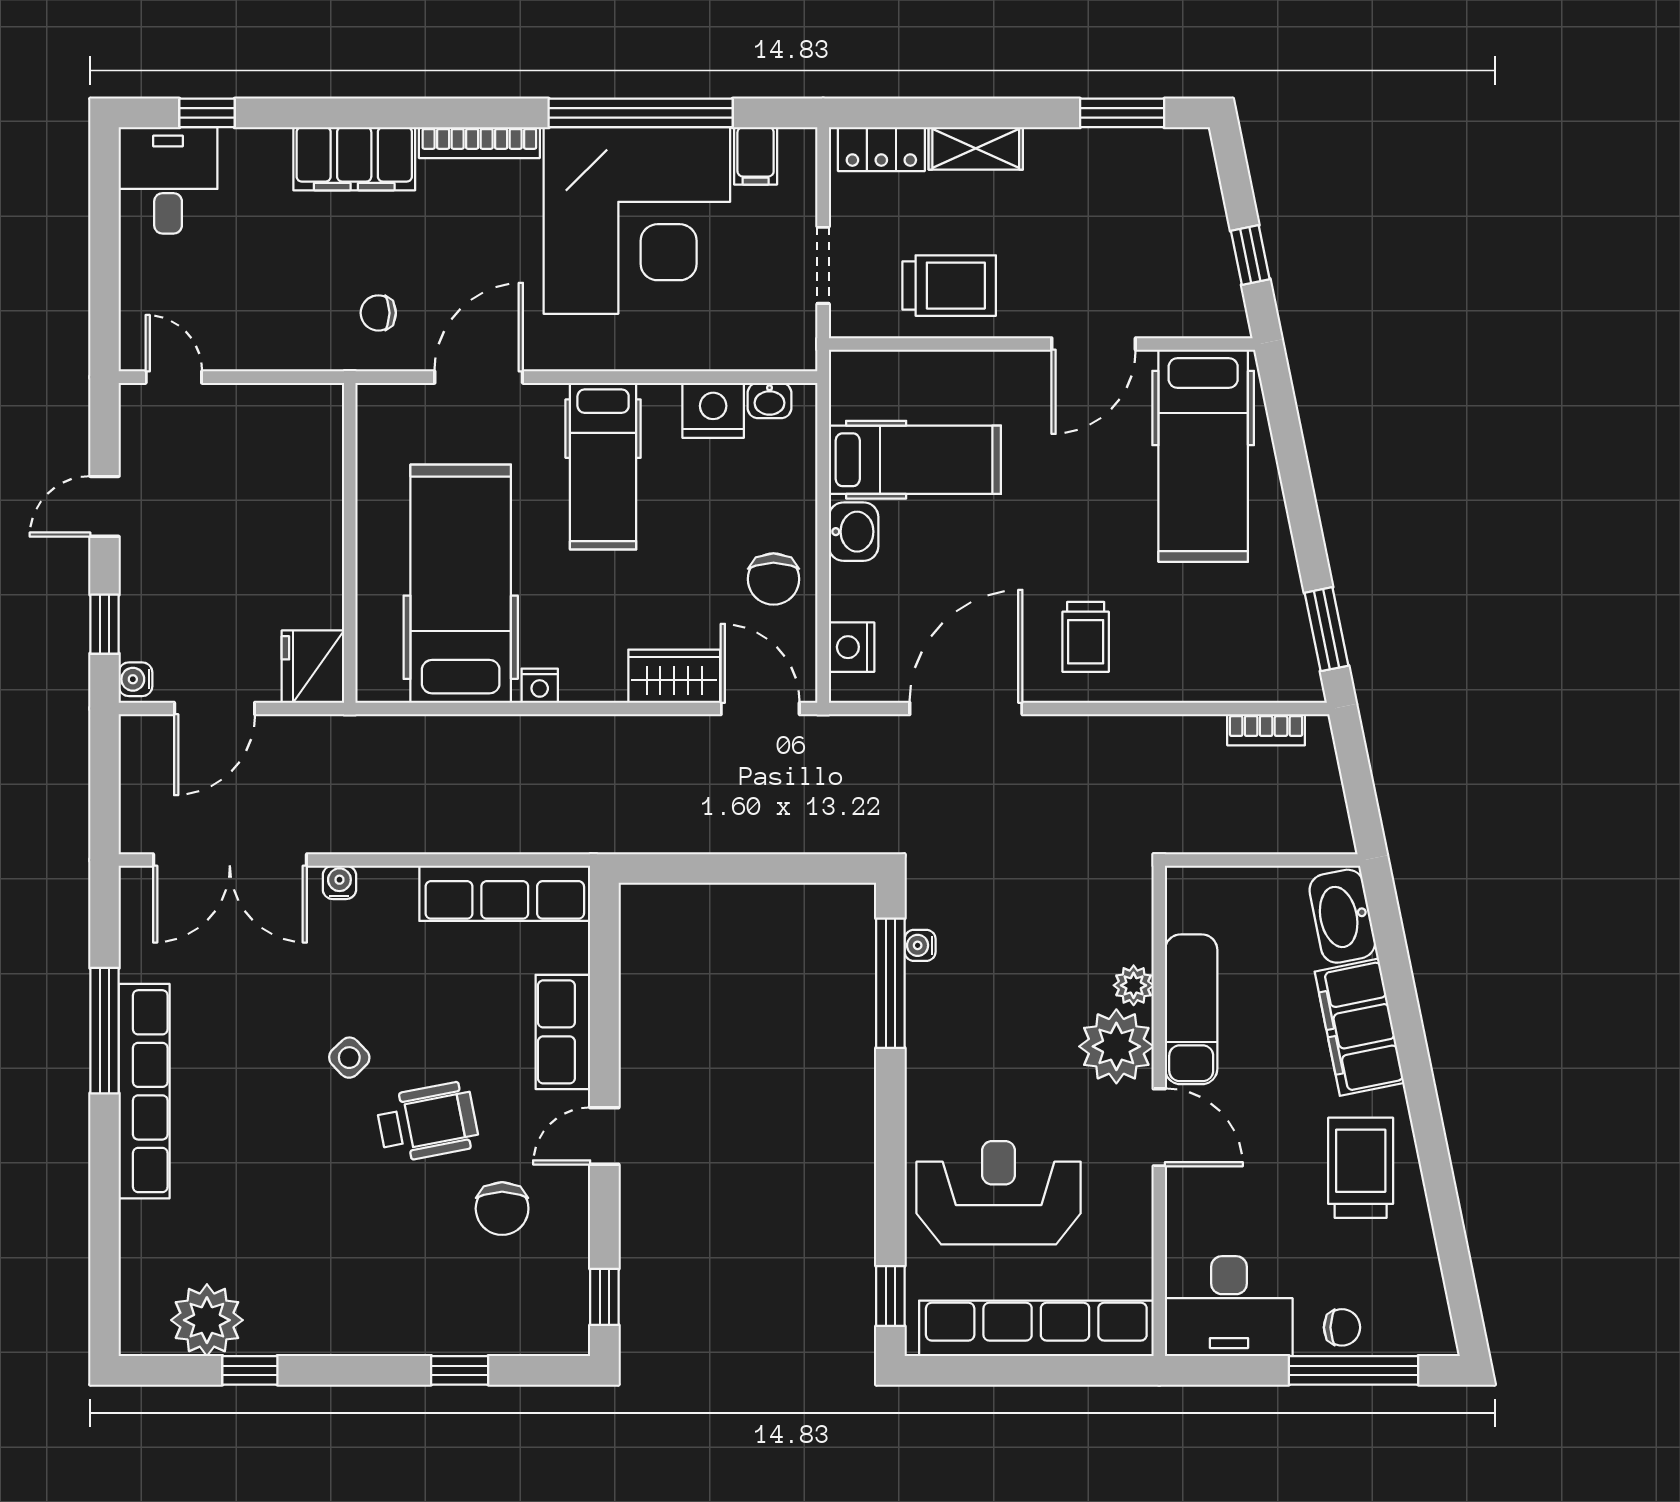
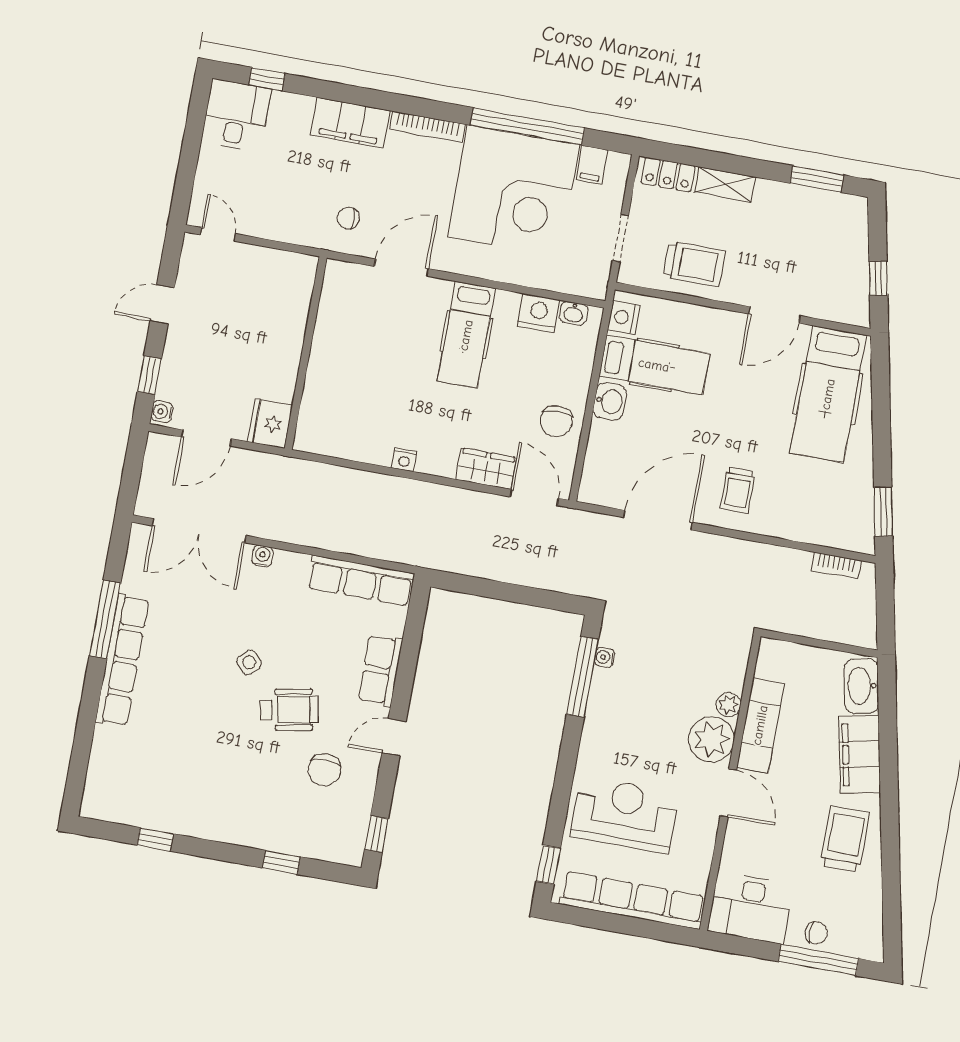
hospital bed: (461, 584) -> (368, 390), removed
nightstand: (852, 647) -> (624, 317), moved
plant: (207, 1320) -> (135, 805), removed

